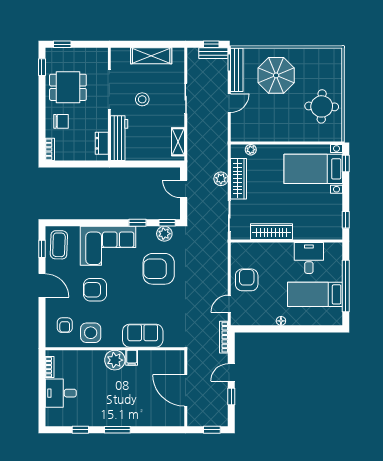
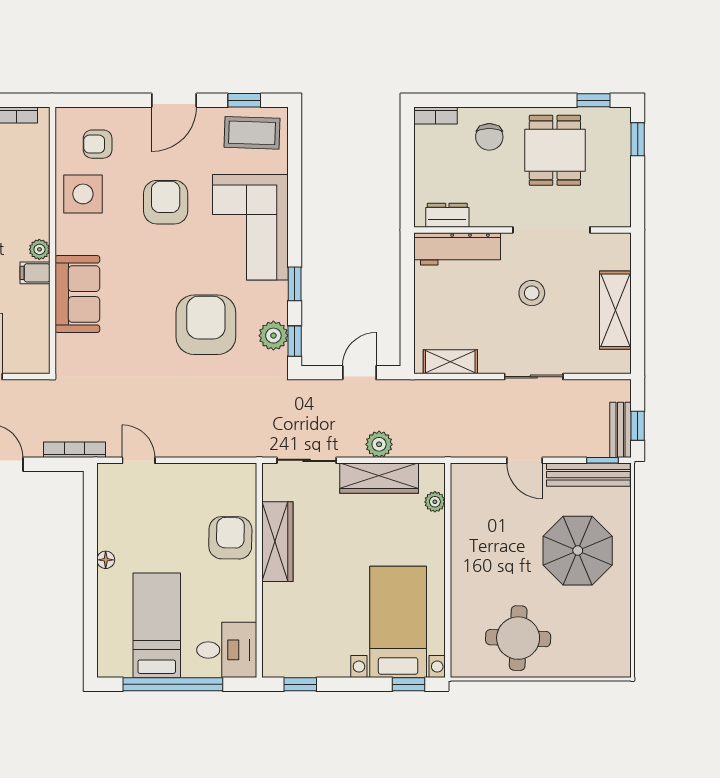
desk: (309, 258) -> (227, 650), moved
armchair: (247, 280) -> (230, 538), moved, turned -89
plant: (115, 360) -> (39, 249), width x0.53, depth x0.53

